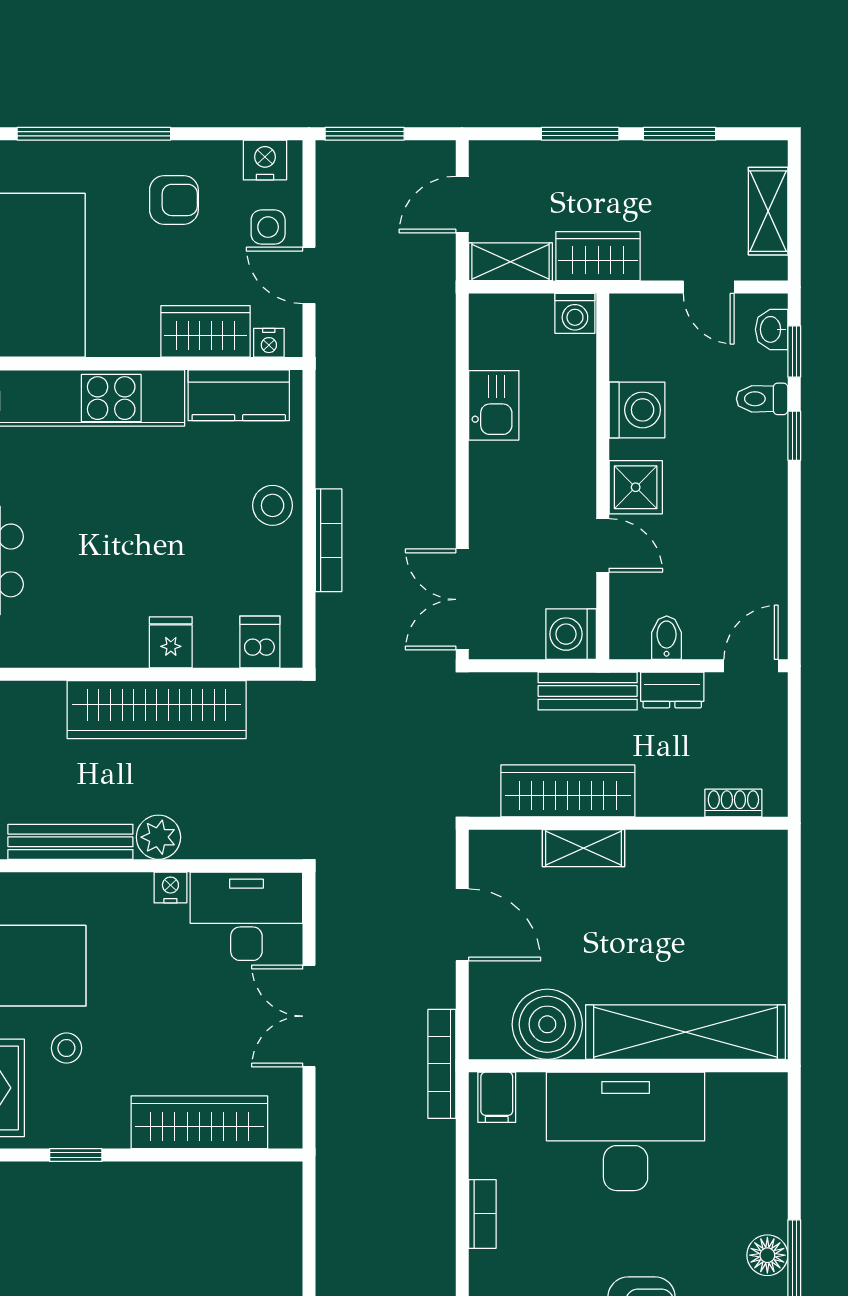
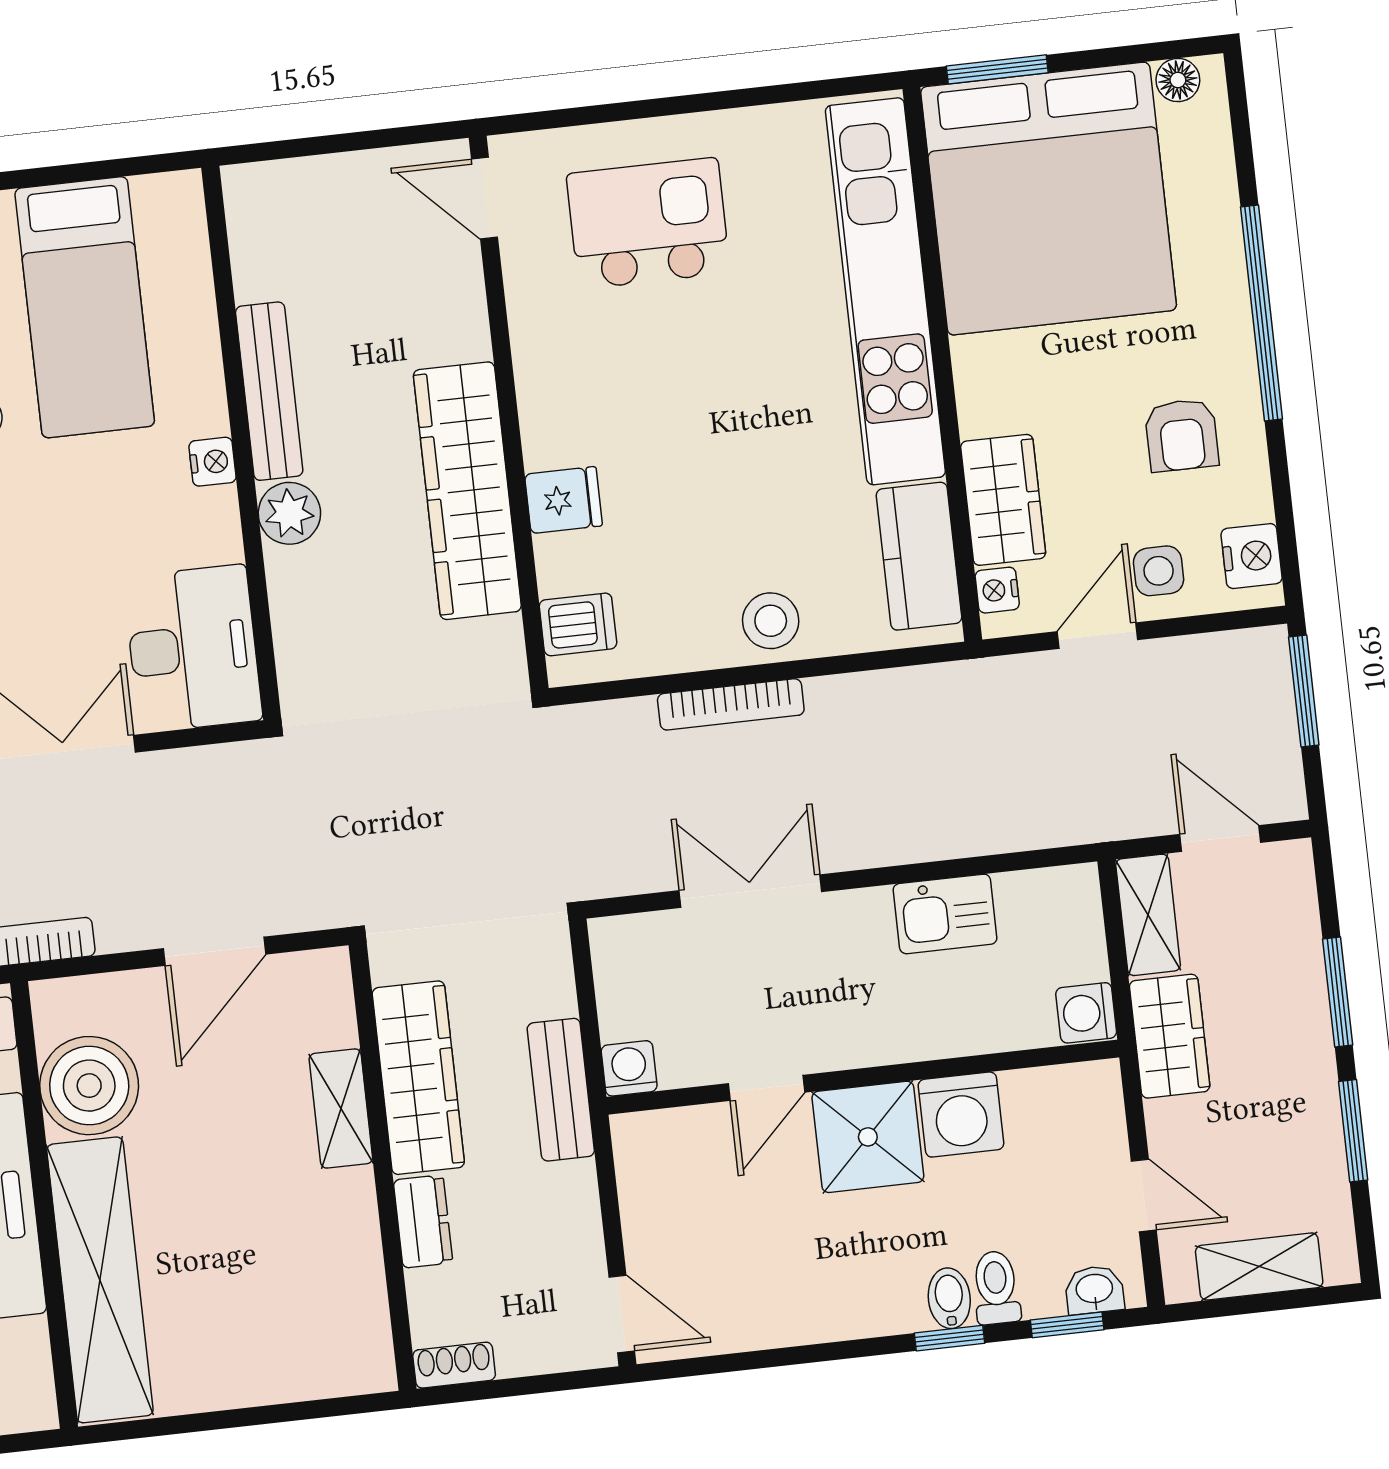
door: (709, 287) -> (1144, 1195), swing flipped
shower: (636, 487) -> (868, 1137), width x1.36, depth x1.36
double door: (462, 599) -> (750, 891), moved
washing machine: (571, 634) -> (629, 1068), width x0.73, depth x0.73
bidet: (667, 638) -> (949, 1298), moved, turned -90
dresser: (672, 690) -> (423, 1221), moved, turned 180
shoe rack: (733, 803) -> (454, 1365), moved, turned -90
nightstand: (170, 888) -> (213, 462), moved

